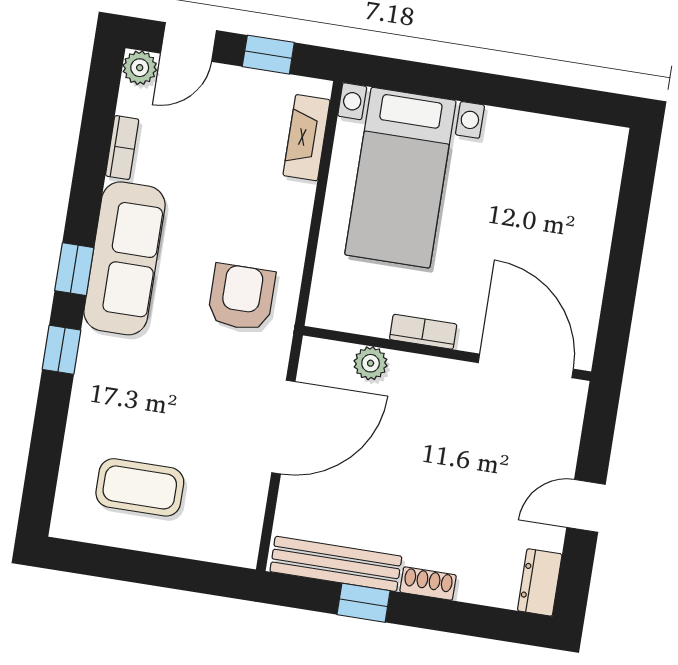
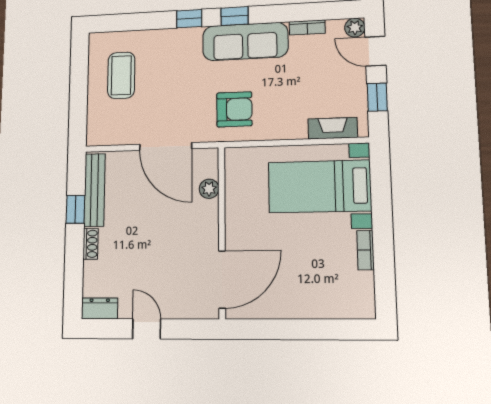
bookcase: (423, 332) -> (365, 250), moved, turned 180

